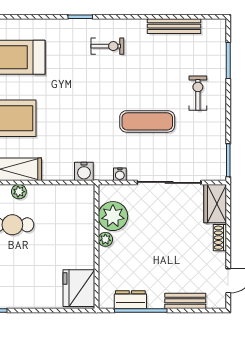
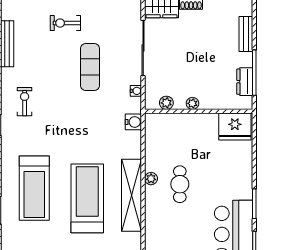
plant: (113, 216) -> (166, 103), width x0.53, depth x0.53

